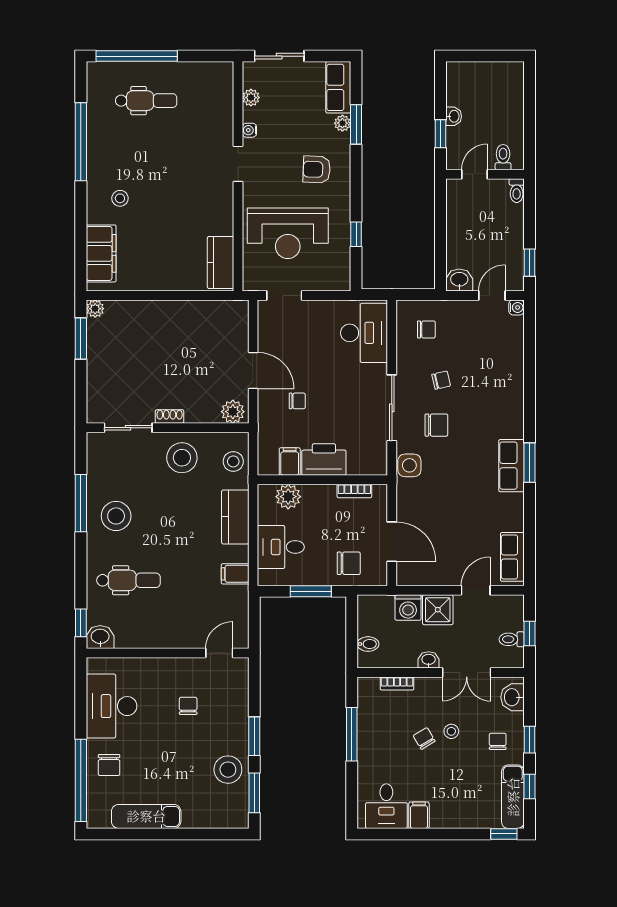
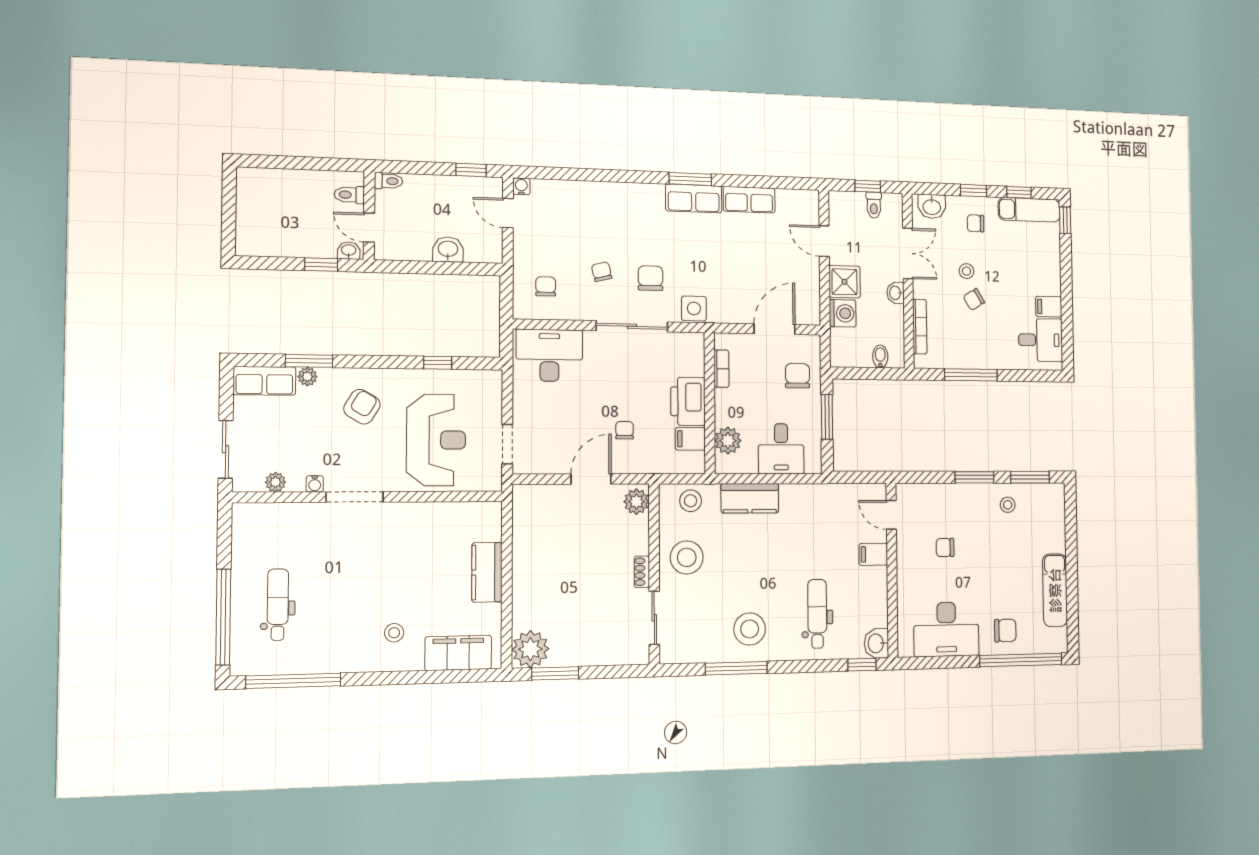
washbasin: (454, 116) -> (349, 251), moved
window: (81, 142) -> (293, 681), moved
doorway: (238, 164) -> (355, 497), width x1.38
armchair: (317, 169) -> (362, 407), turned -151
kitchen counter: (221, 262) -> (487, 572), moved, turned 90
washbasin: (459, 280) -> (448, 249), moved, turned 90
plant: (95, 309) -> (530, 649), width x1.88, depth x1.88
row of seats: (512, 557) -> (749, 200), moved
filing cabinet: (235, 574) -> (873, 554), moved, turned 90
bookcase: (397, 684) -> (920, 327), width x1.56
stool: (228, 770) -> (1008, 505), width x0.53, depth x0.53

